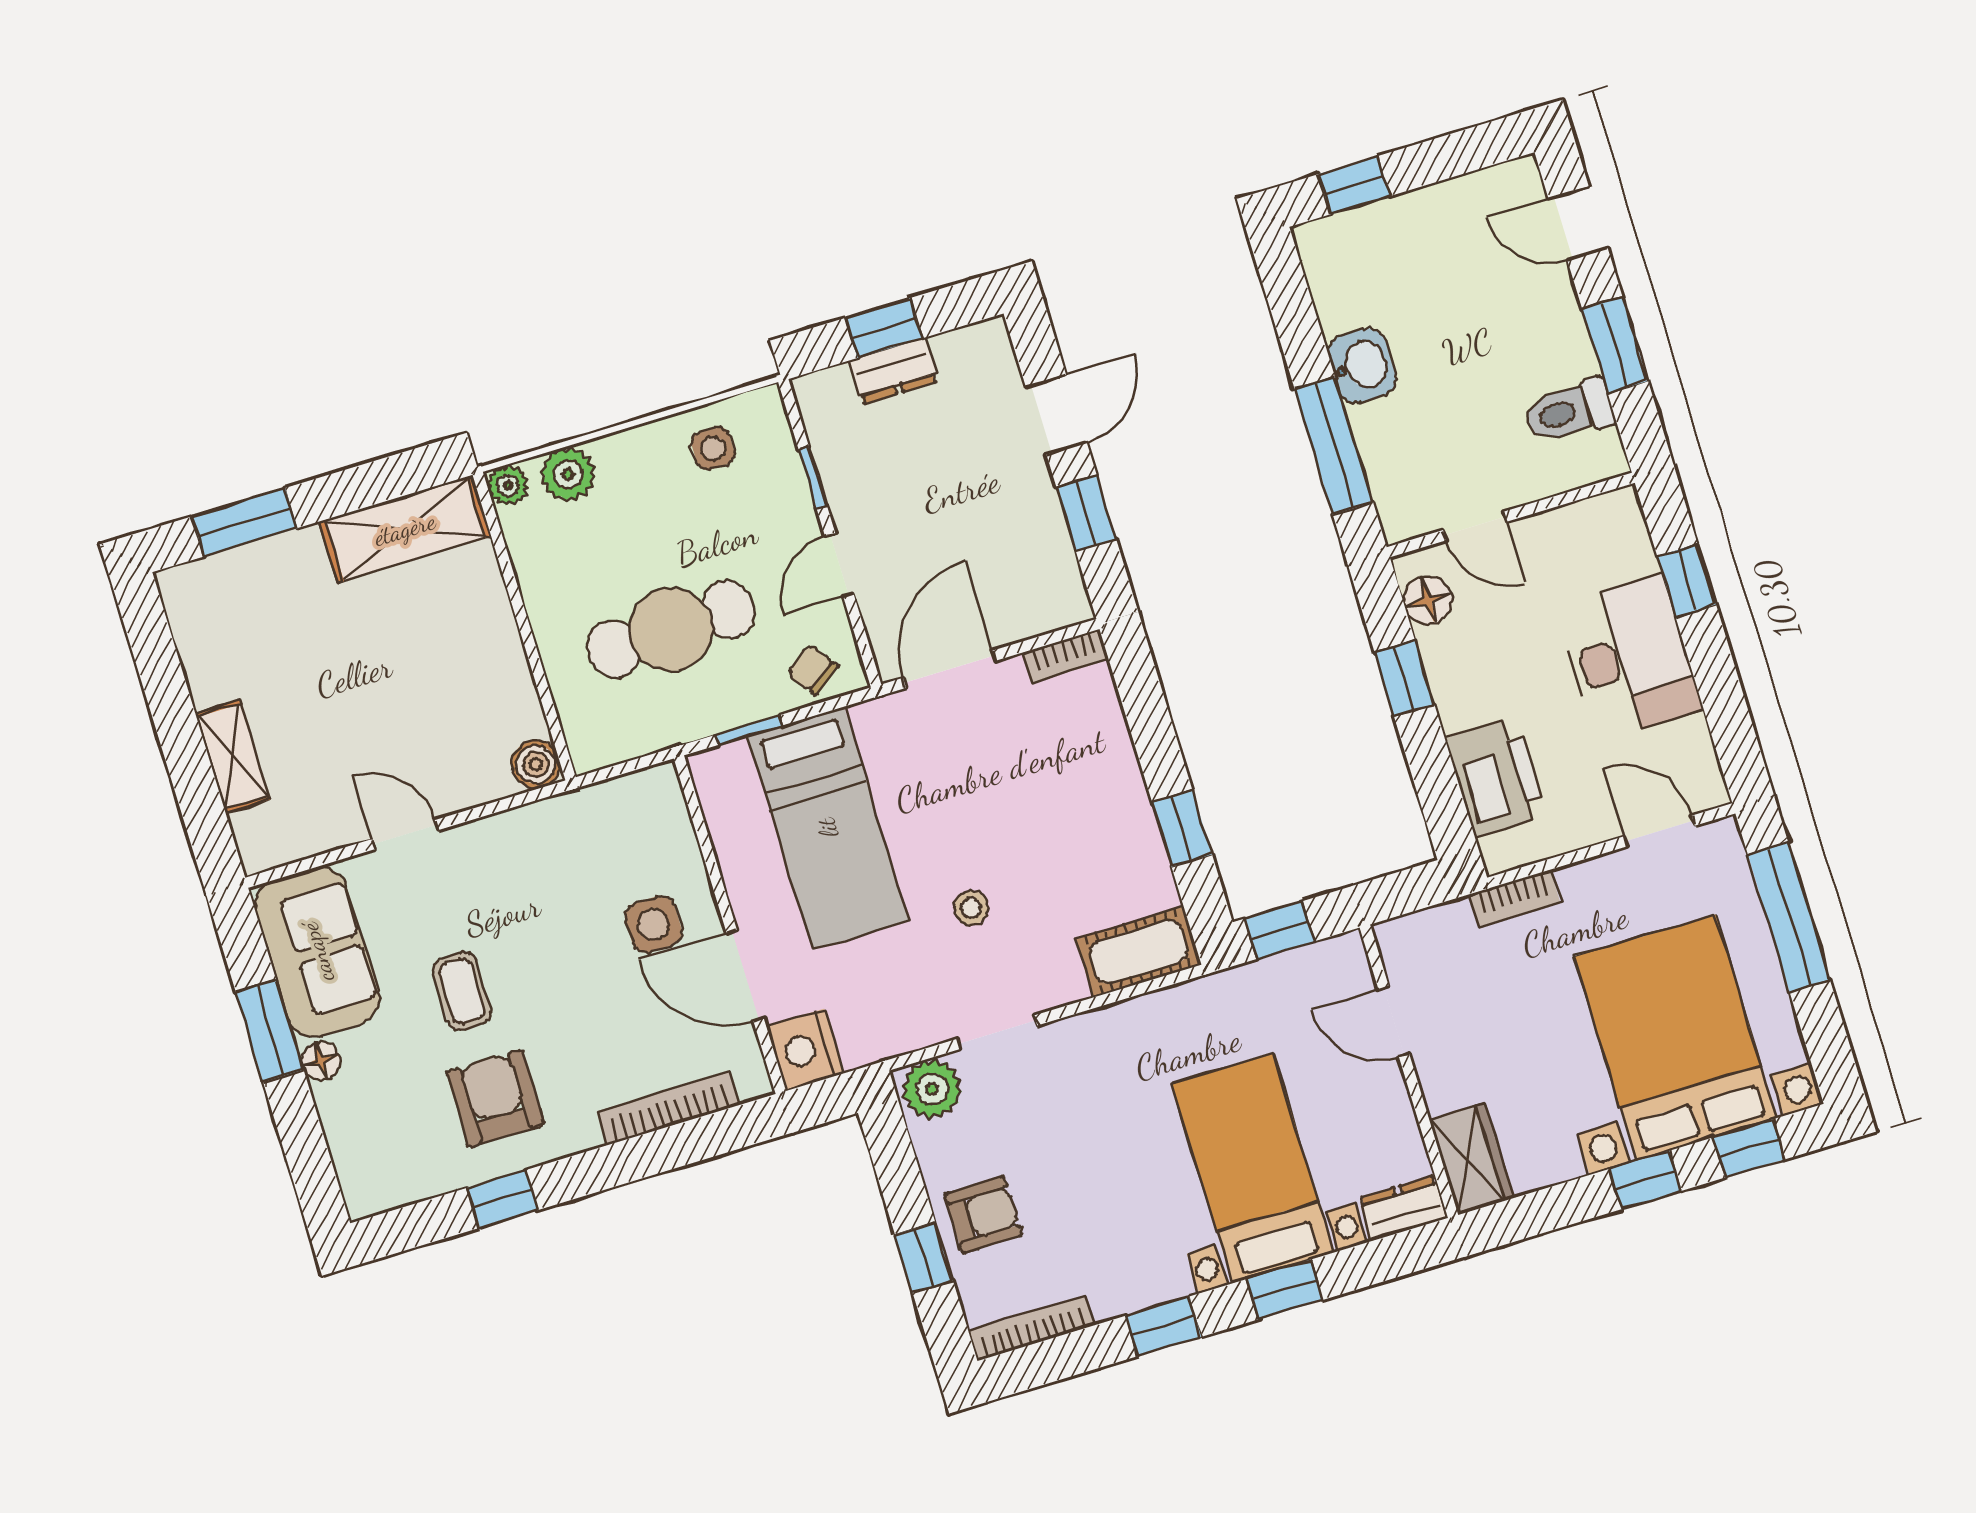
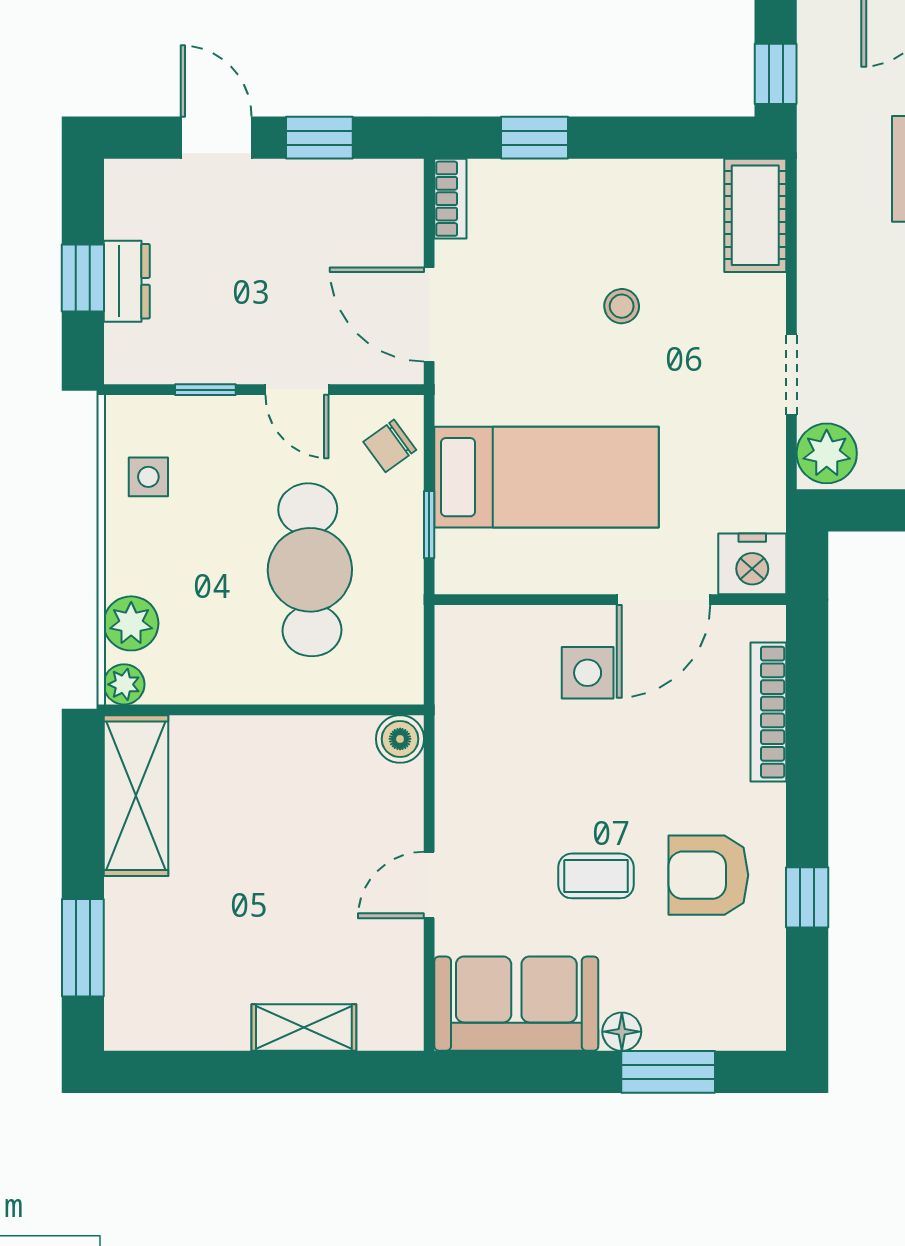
window: (1182, 829) -> (534, 138), moved
stool: (971, 908) -> (622, 306), moved
window: (270, 1031) -> (668, 1072), moved

